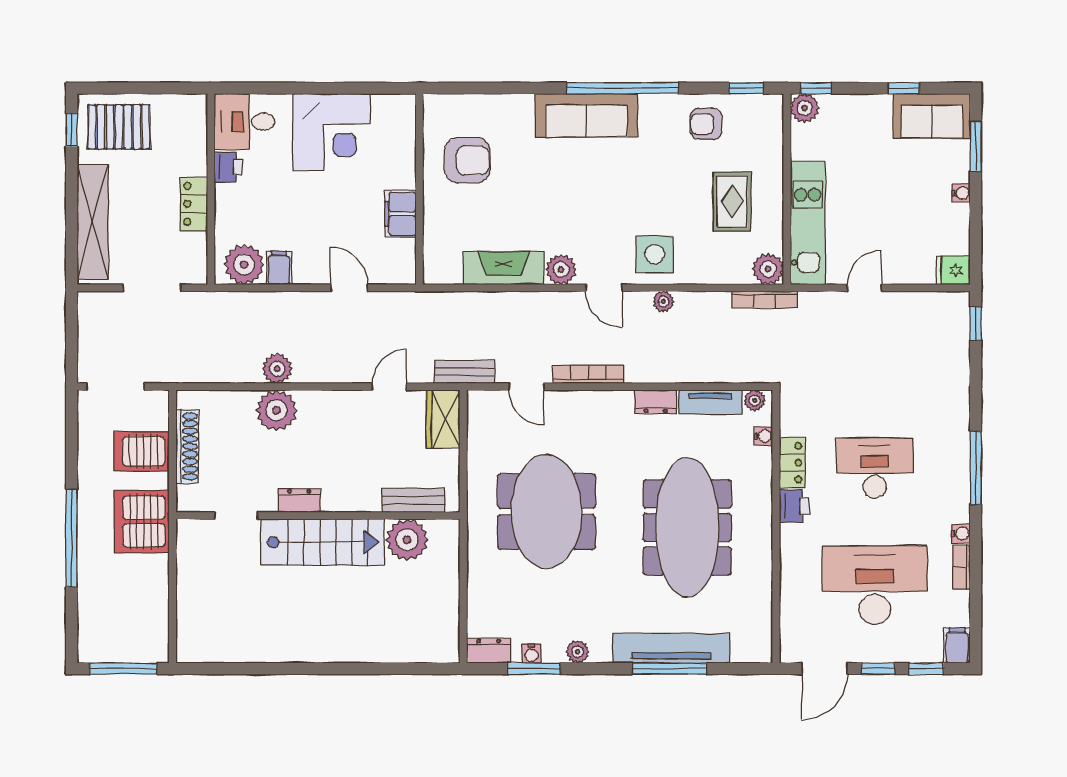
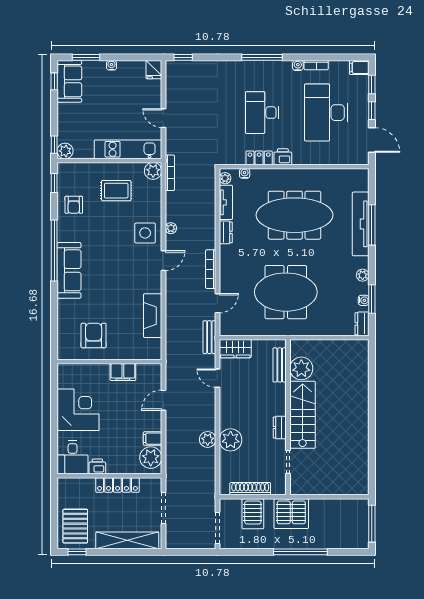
window: (904, 88) -> (54, 81), moved
locker: (194, 204) -> (117, 485), width x1.53
plant: (561, 269) -> (153, 284), removed

